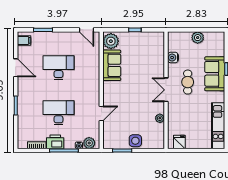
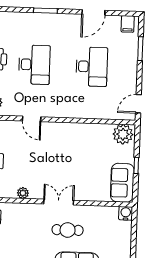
plant: (198, 38) -> (124, 245), removed
water cooler: (173, 58) -> (126, 213), moved
sofa: (112, 65) -> (122, 183), moved, turned 90

